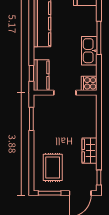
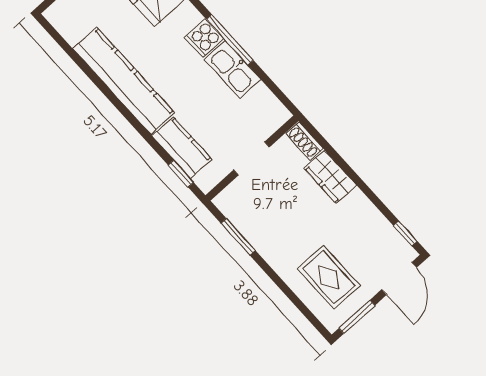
kitchen counter: (41, 75) -> (182, 148), moved
cooker: (89, 83) -> (204, 38), moved
shoe rack: (92, 105) -> (305, 141), added
wardrobe: (89, 151) -> (330, 177), moved

